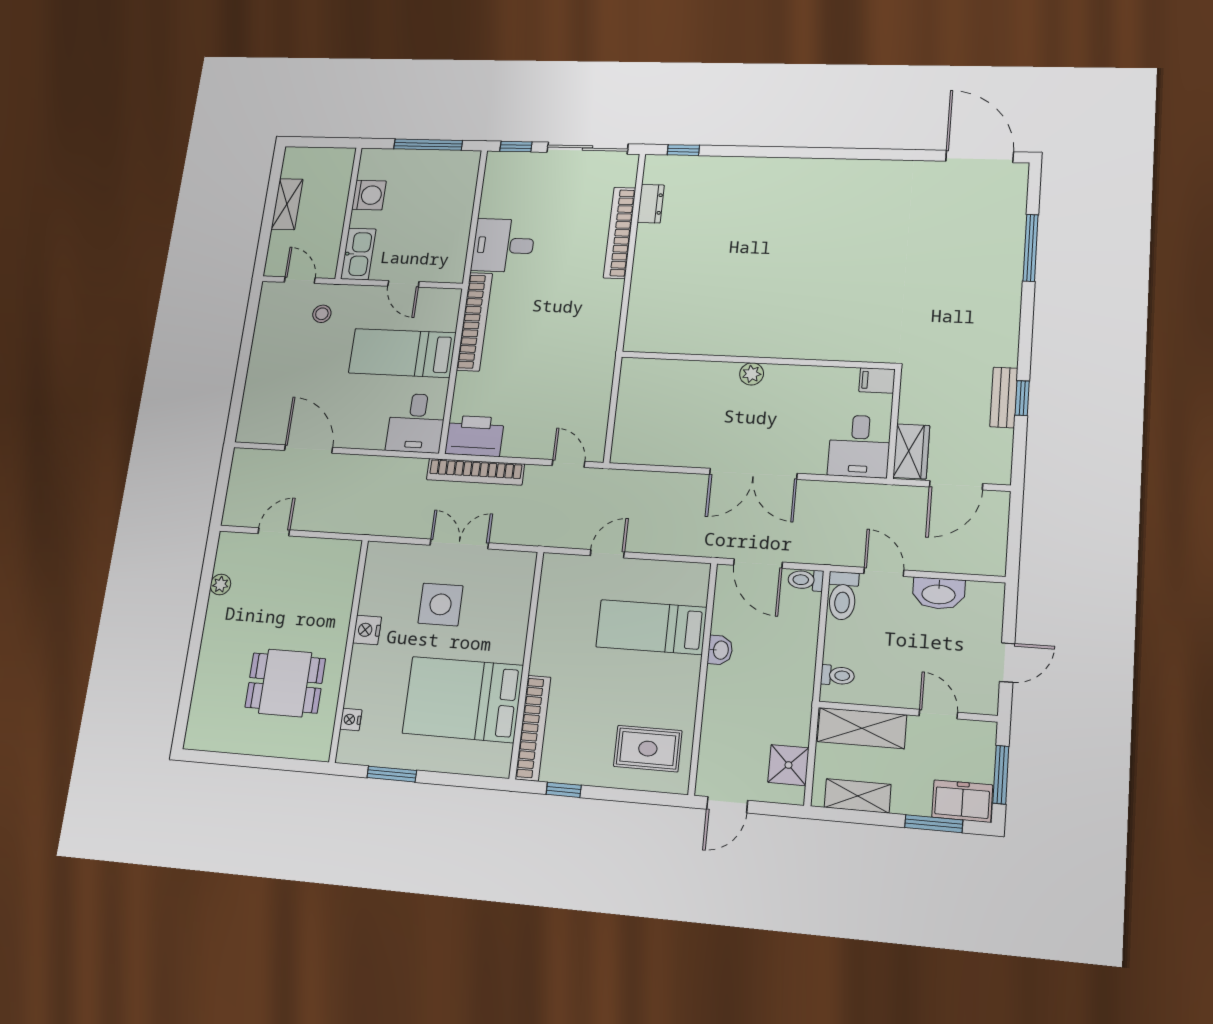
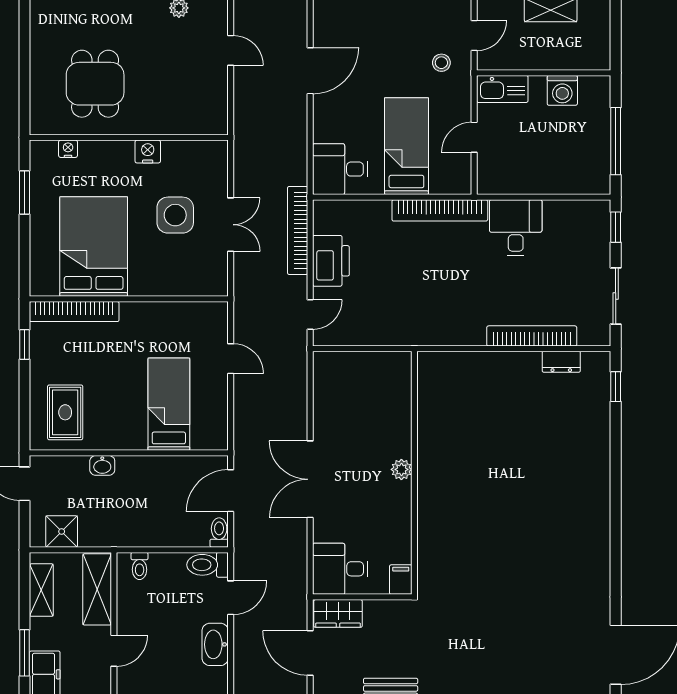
sliding door: (587, 148) -> (616, 296), width x0.73
printer: (474, 436) -> (331, 261), moved
washbasin: (720, 650) -> (102, 465), moved

